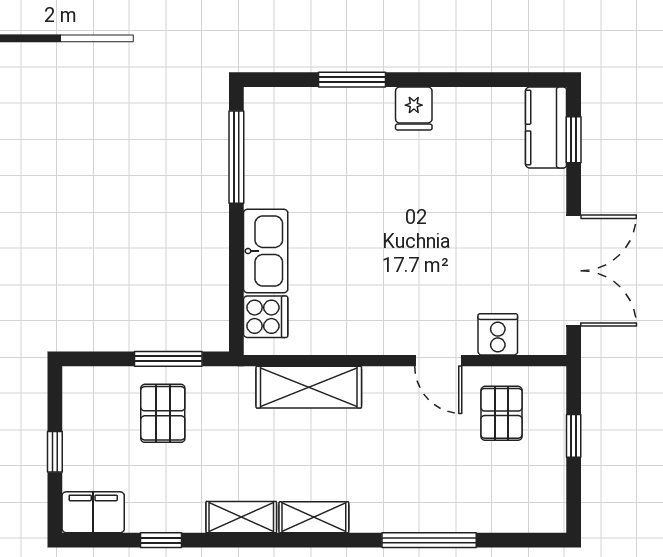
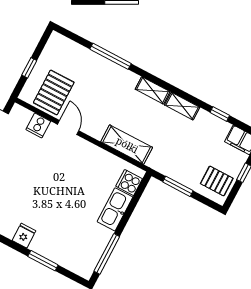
pallet: (163, 413) -> (217, 181), moved, turned 90
pallet: (501, 413) -> (54, 92), width x1.50, depth x1.42

